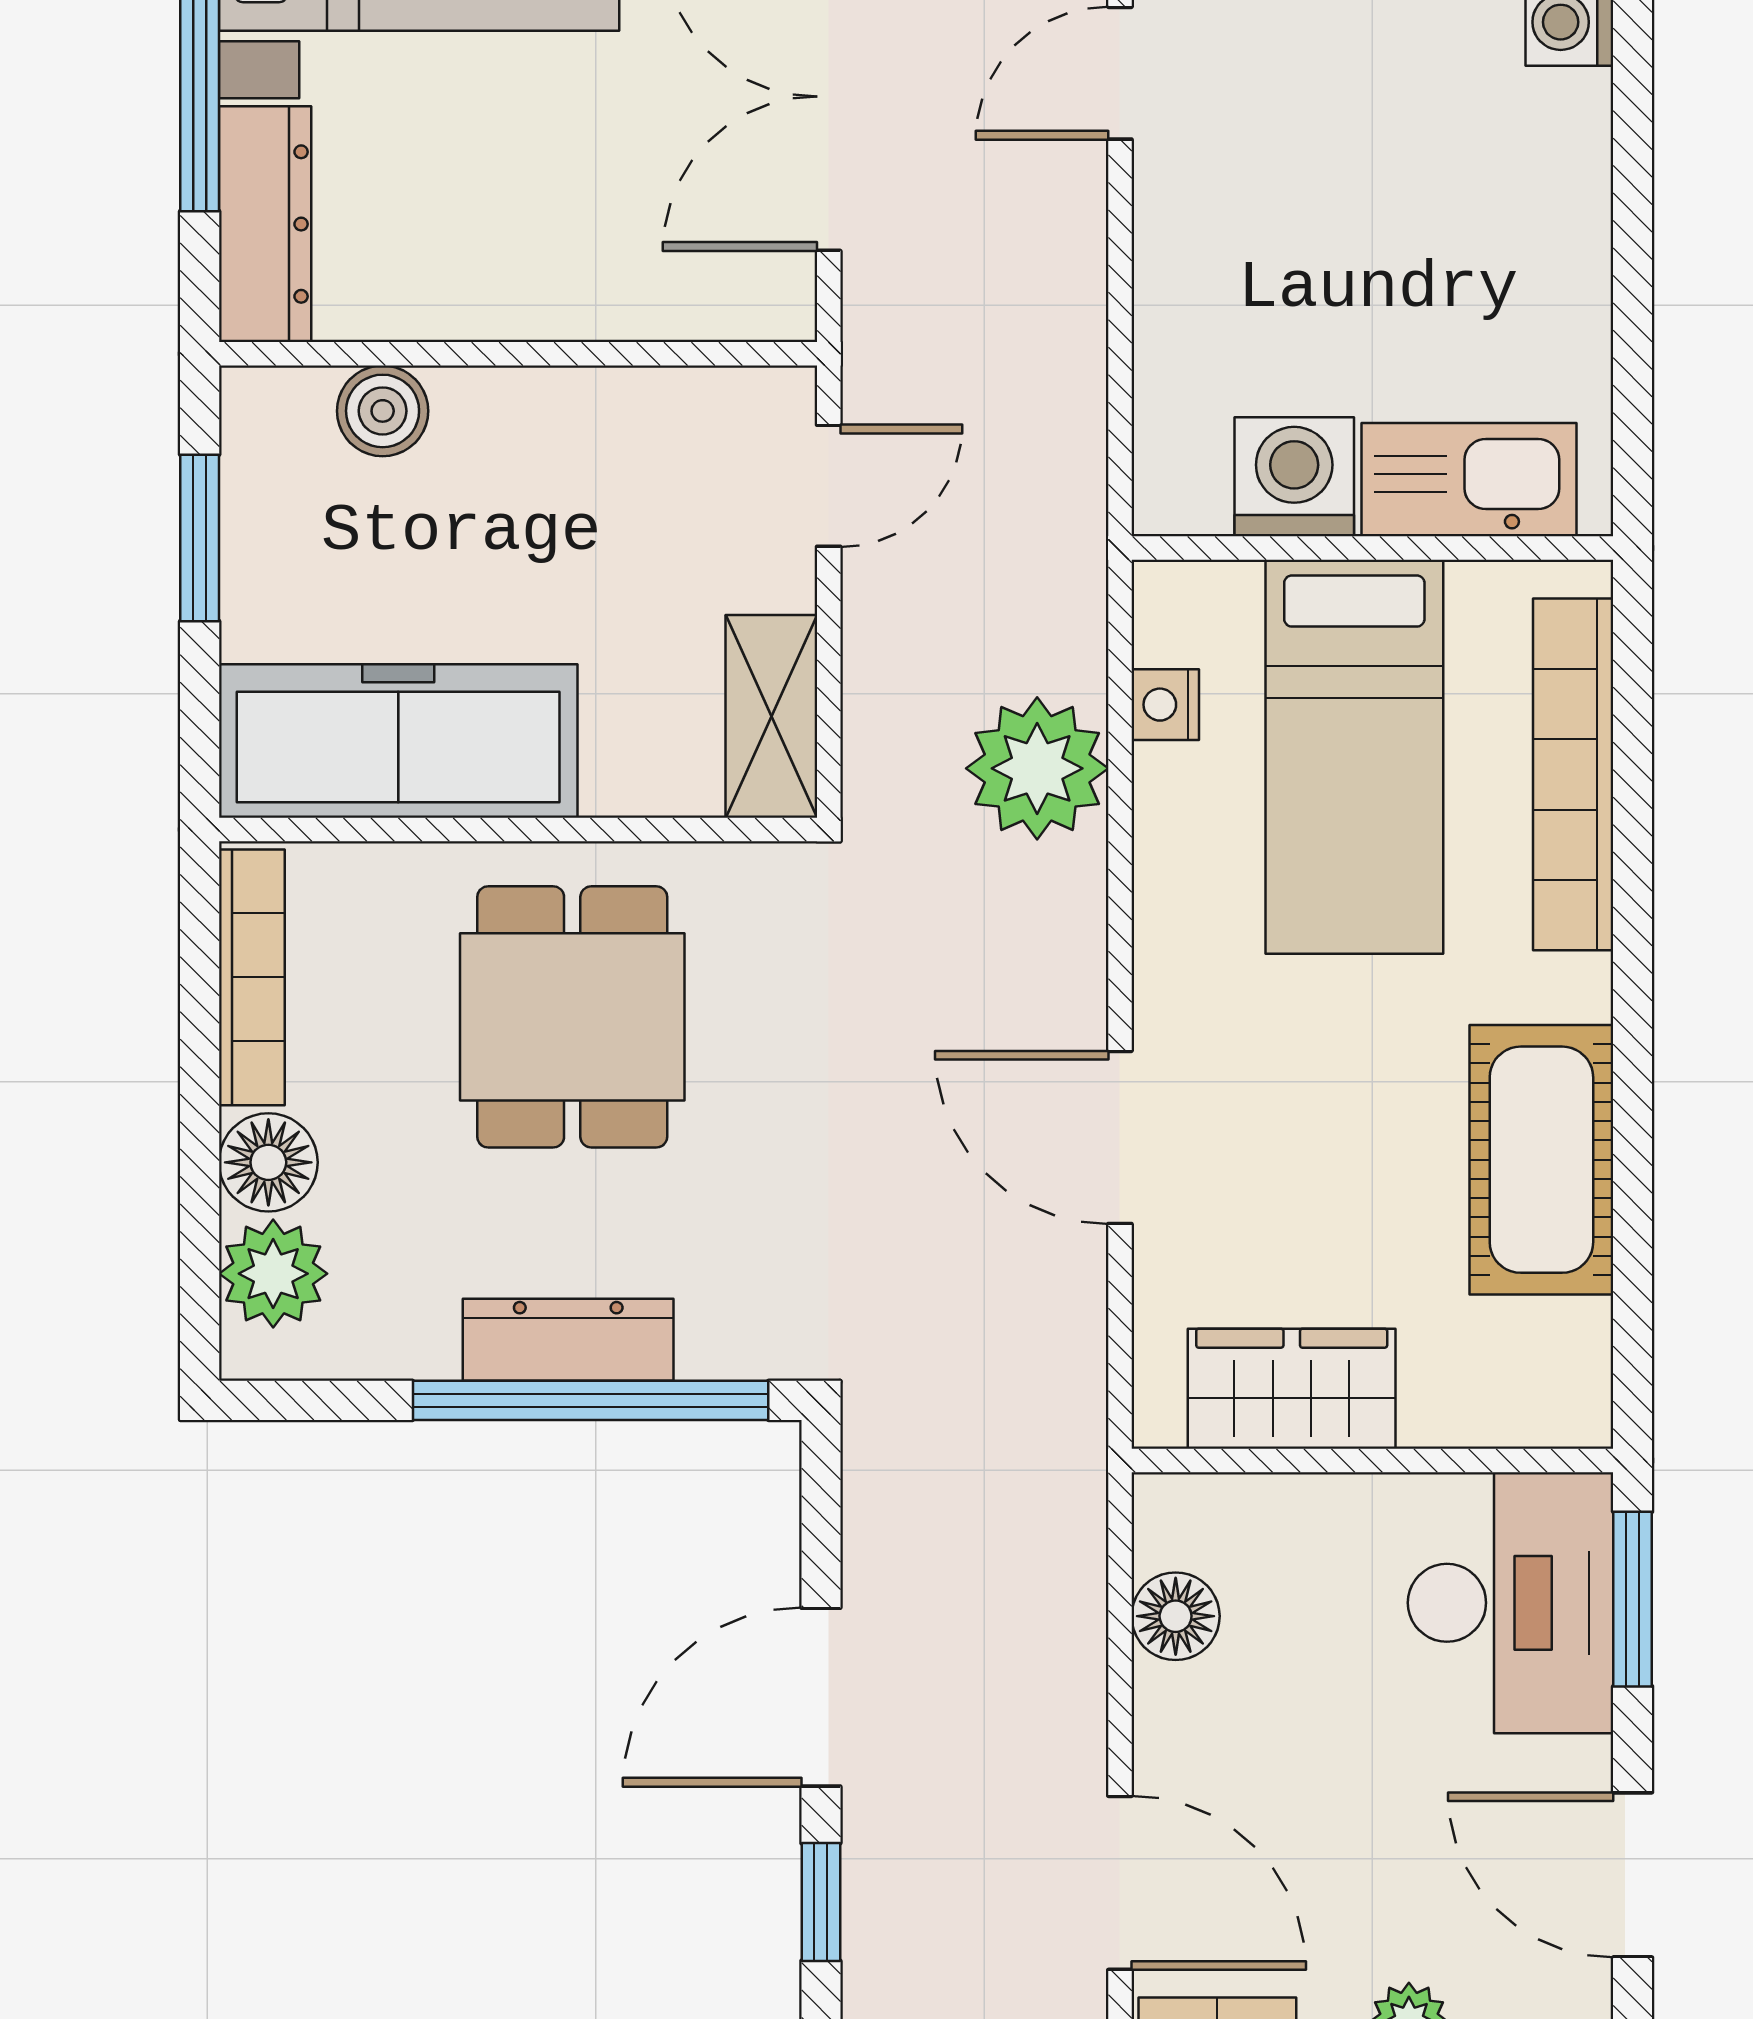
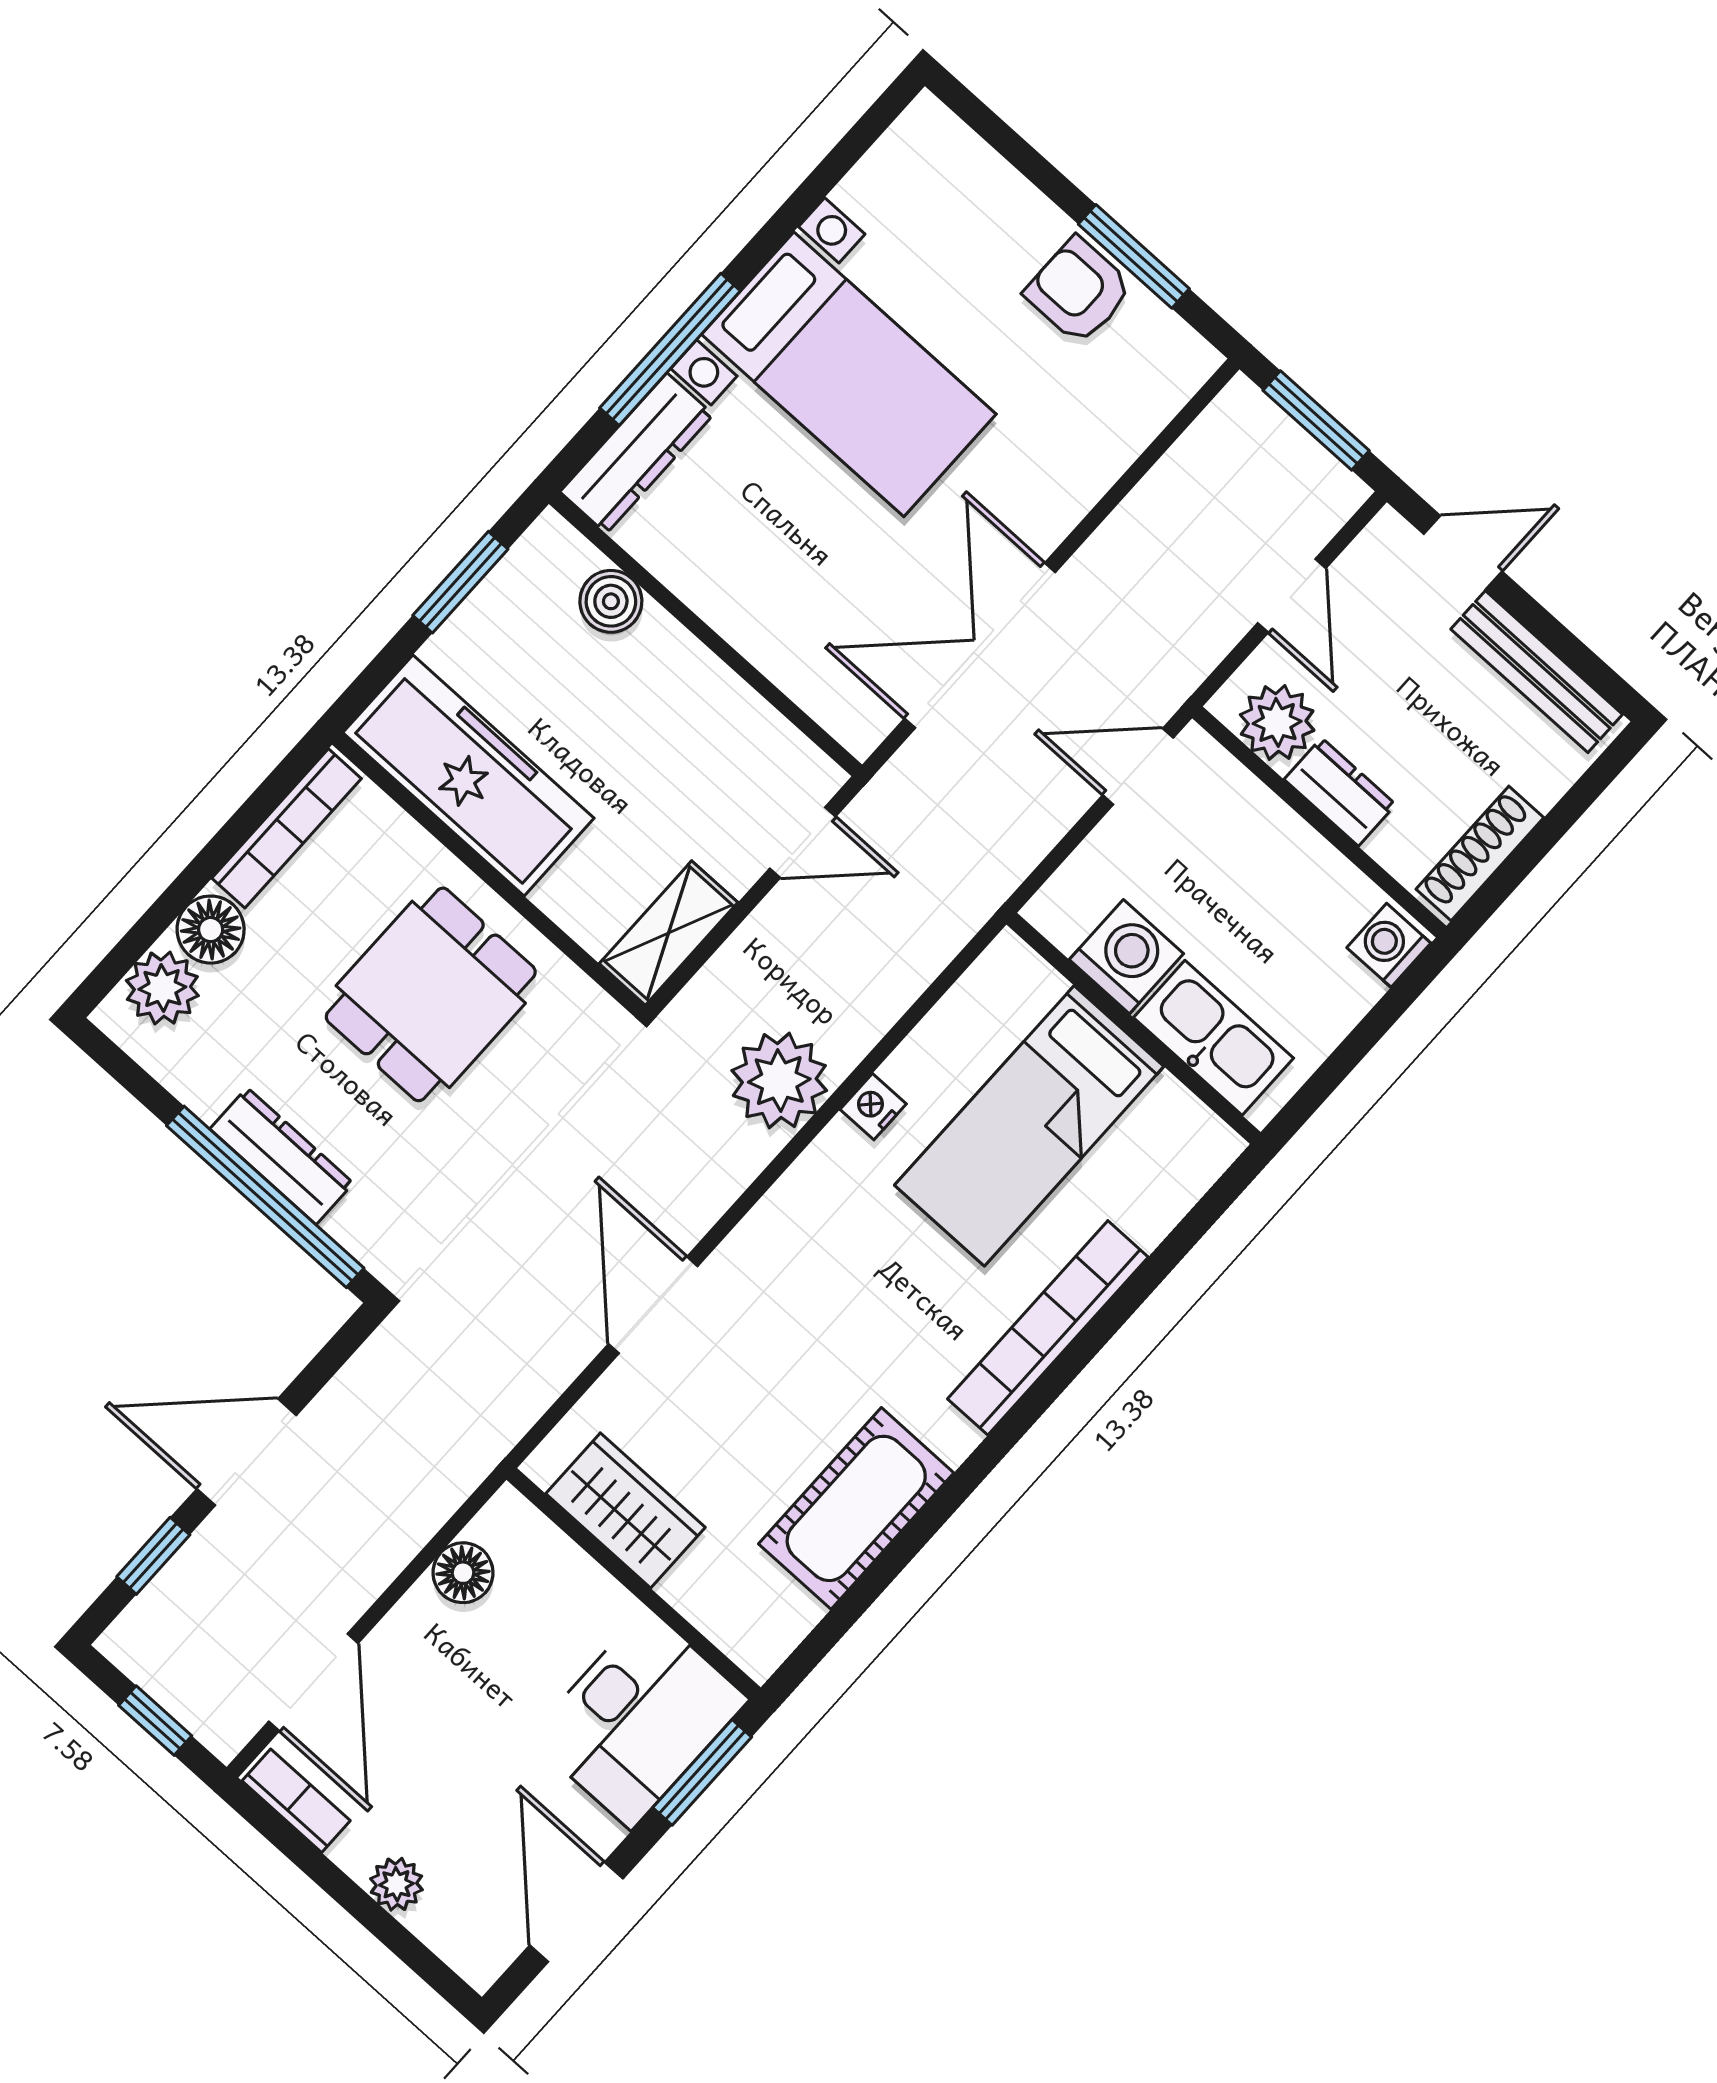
washing machine: (1294, 477) -> (1126, 957), moved
kitchen sink: (1469, 480) -> (1214, 1038), moved
wall: (1372, 548) -> (1134, 1028), moved
bed: (1354, 757) -> (1029, 1126), moved

